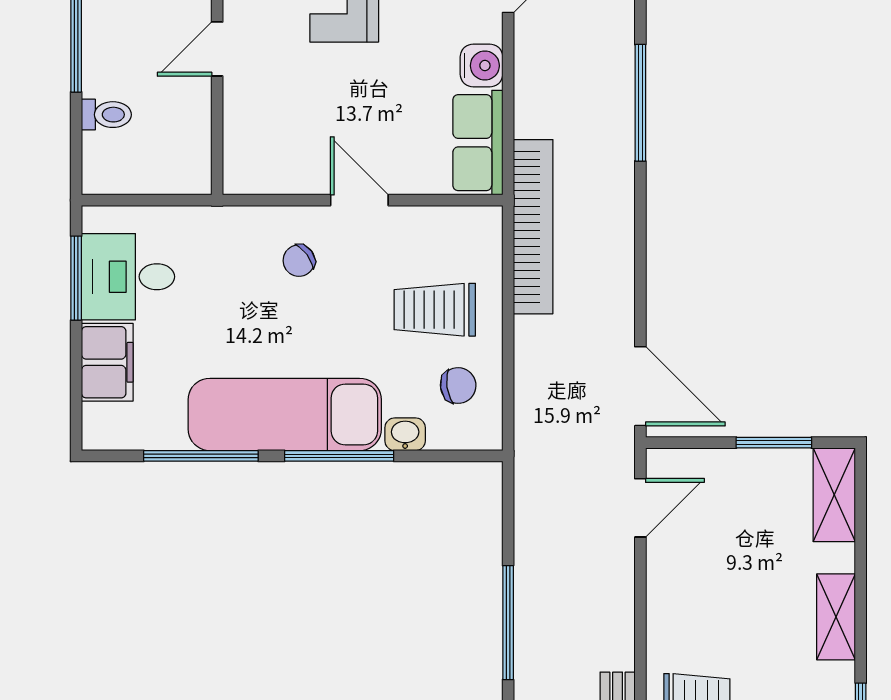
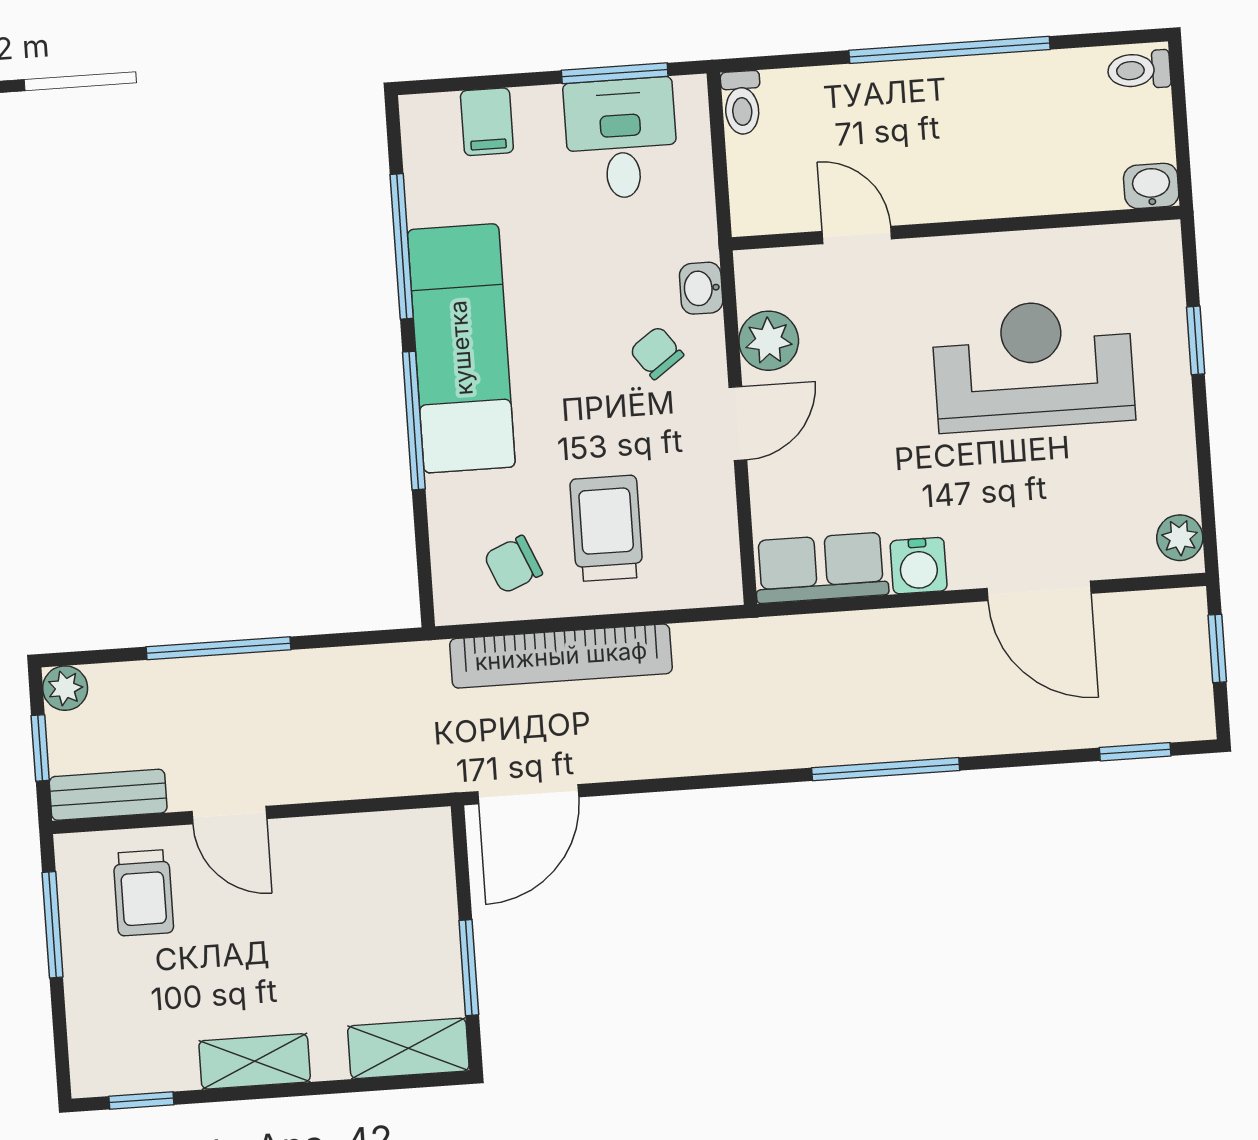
door: (217, 49) -> (857, 235), moved
toilet: (106, 115) -> (742, 103), moved
plant: (296, 171) -> (769, 341), added
bookcase: (533, 227) -> (561, 656), moved
filing cabinet: (107, 362) -> (487, 122), width x0.50
chair: (458, 386) -> (513, 564), turned 75
washbasin: (405, 434) -> (701, 288), moved, turned 180
door: (640, 508) -> (229, 815), moved

